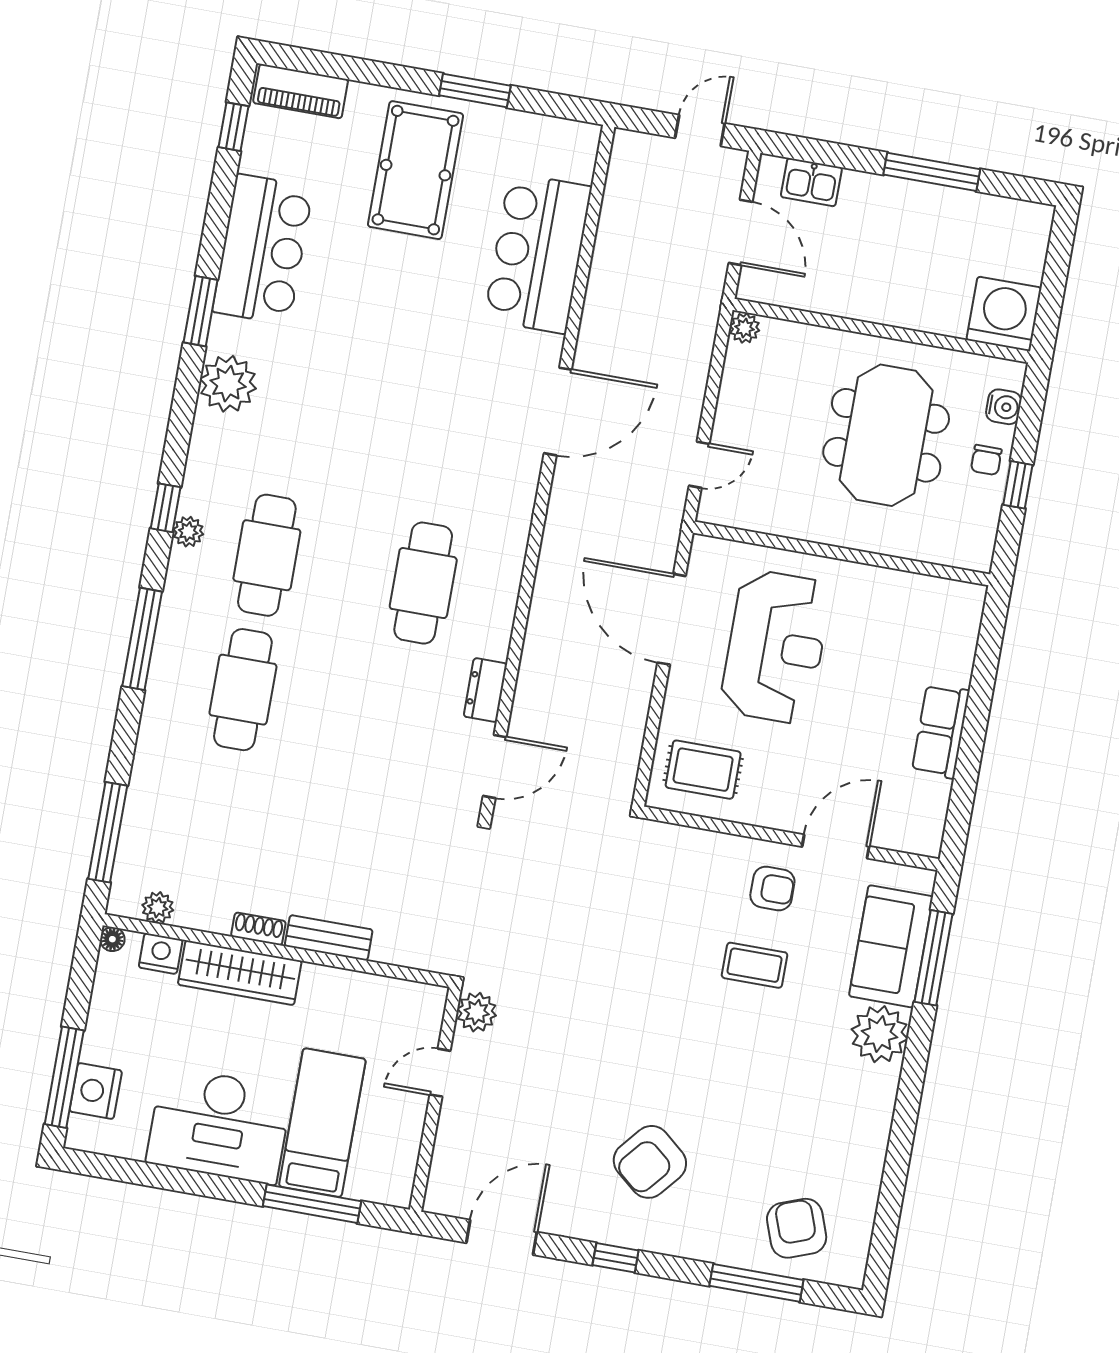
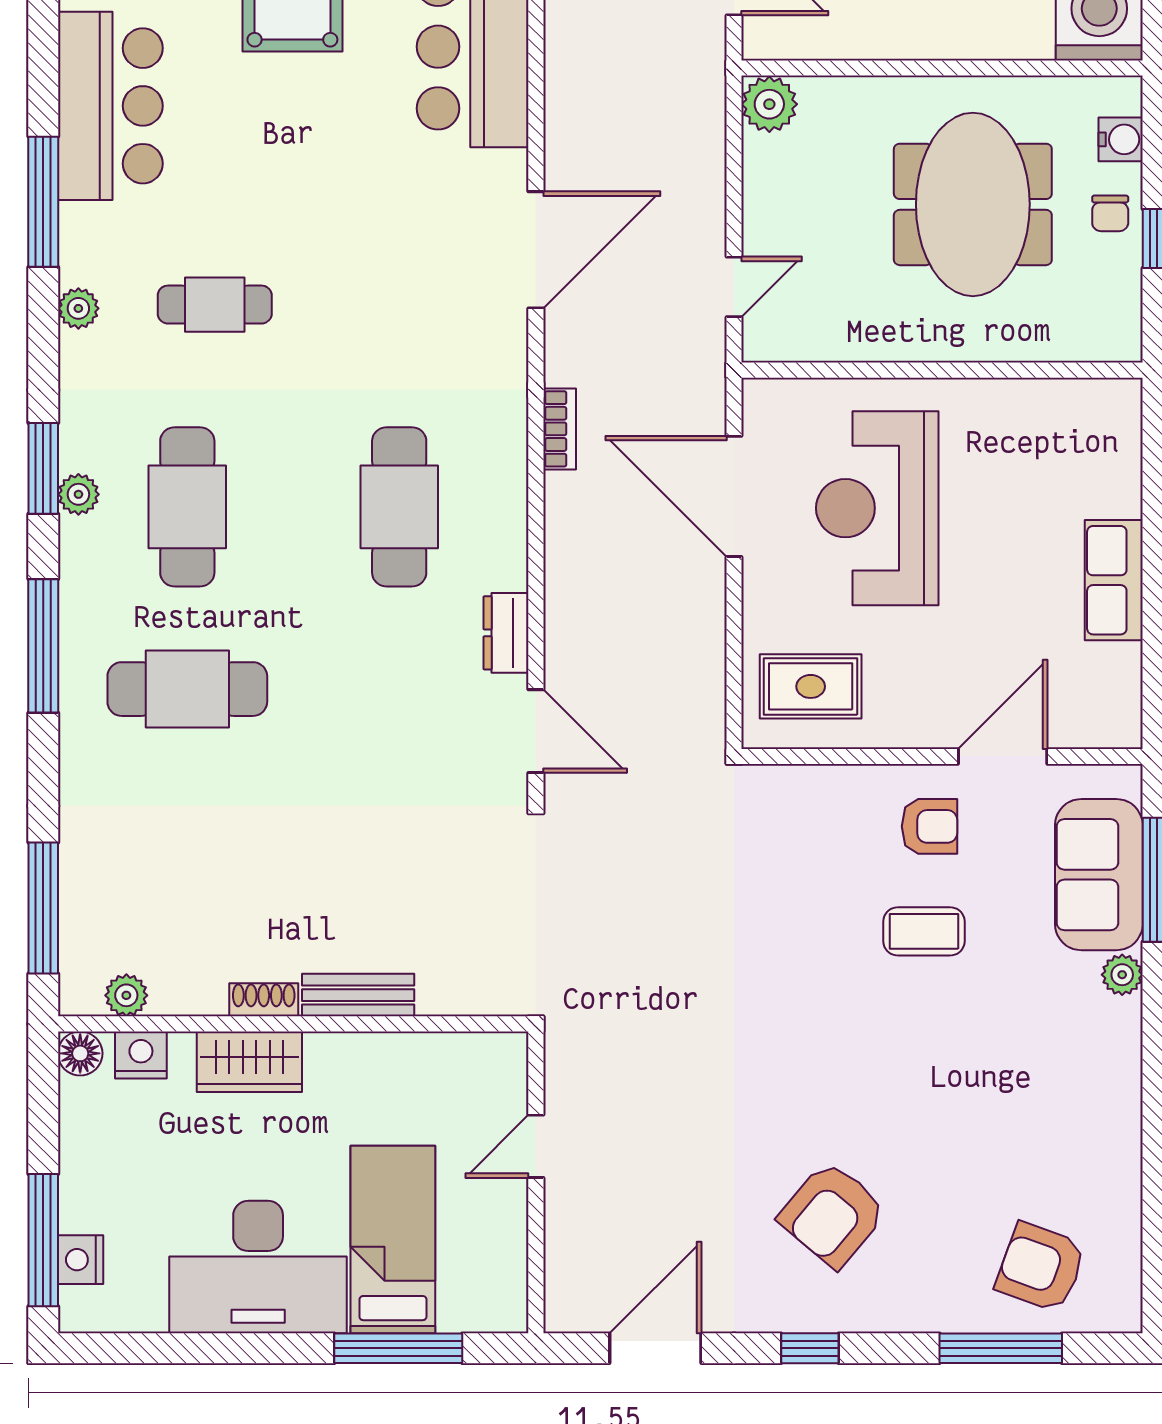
window: (201, 311) -> (43, 202), width x1.44
plant: (745, 328) -> (769, 104), width x1.38, depth x1.38
plant: (228, 384) -> (78, 308), width x0.53, depth x0.53
cafe table: (314, 410) -> (215, 305), added
window: (166, 508) -> (43, 468), width x1.50
bookcase: (552, 547) -> (560, 429), added
reception desk: (776, 647) -> (877, 508), turned 180
cafe table: (243, 690) -> (187, 689), turned 90
door: (495, 767) -> (536, 731), hinge flipped
floor lamp: (112, 939) -> (80, 1053), width x1.37, depth x1.37
wardrobe: (240, 973) -> (249, 1062), width x0.67
plant: (477, 1012) -> (570, 1058), removed
plant: (880, 1034) -> (1122, 975), width x0.53, depth x0.53
nightstand: (96, 1091) -> (81, 1260), width x0.74, depth x0.75
armchair: (797, 1228) -> (1041, 1267), turned -50

